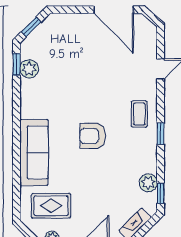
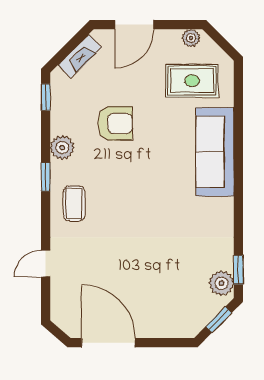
plant: (29, 69) -> (221, 283), moved
armchair: (93, 136) -> (115, 123), moved
plant: (148, 183) -> (62, 147), moved

